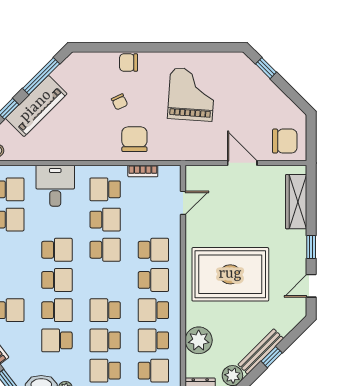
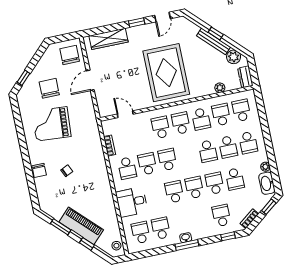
window: (41, 76) -> (61, 227), width x0.69
chair: (134, 139) -> (49, 88), moved, turned 90
door: (311, 286) -> (163, 17), hinge flipped
school desk: (153, 340) -> (221, 115), turned 180
plant: (199, 340) -> (220, 88), width x0.53, depth x0.53

